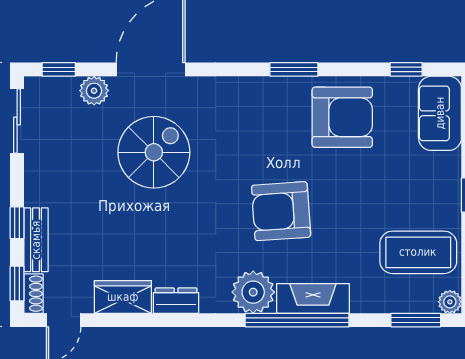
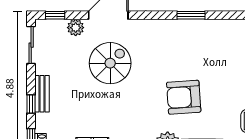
armchair: (342, 117) -> (219, 43), removed
bench: (36, 240) -> (42, 94), moved

